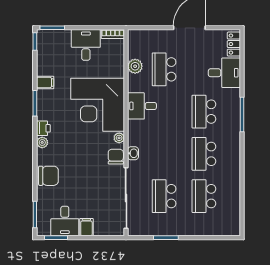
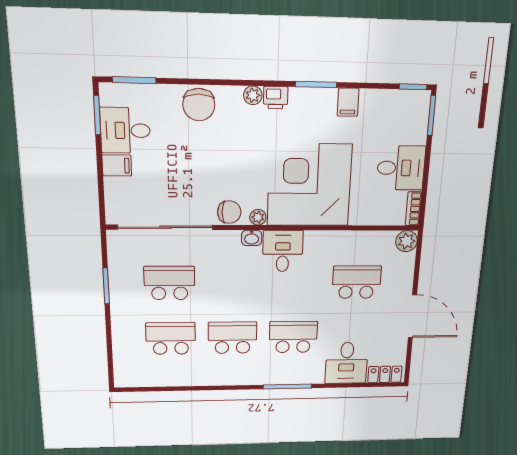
plant: (135, 66) -> (407, 241), moved
desk: (142, 106) -> (283, 251), moved
washbasin: (133, 153) -> (252, 238), moved

